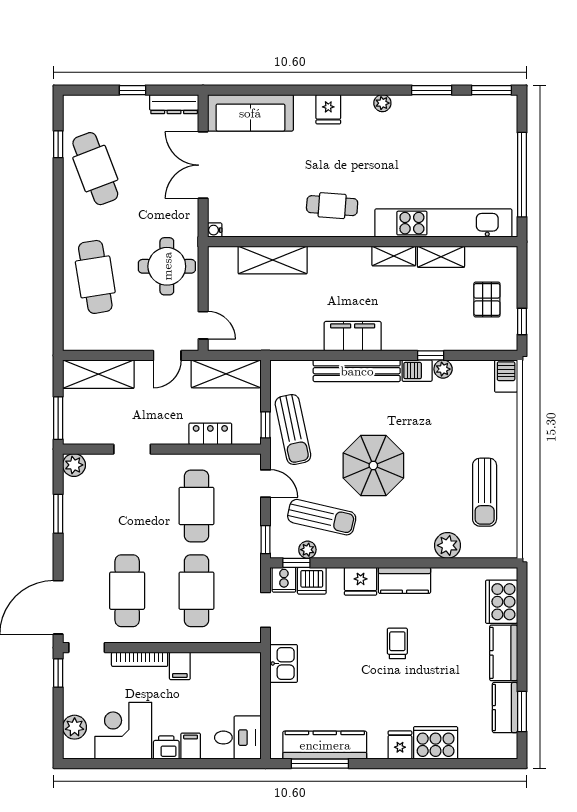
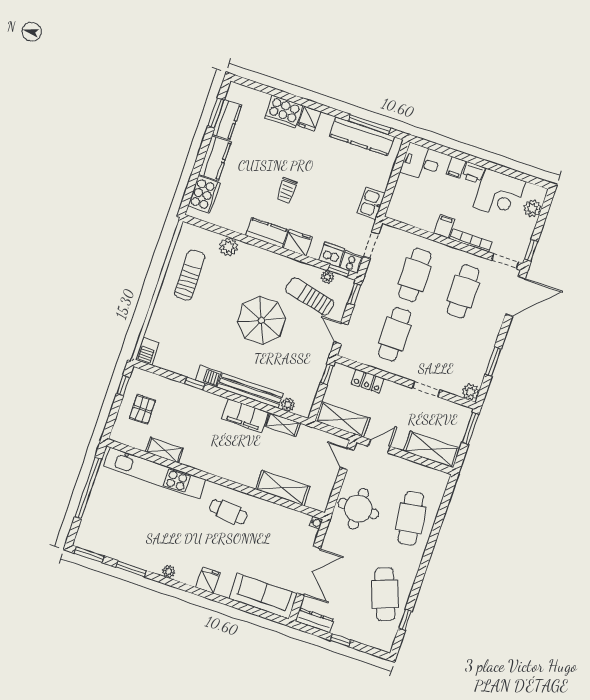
shelving: (394, 256) -> (283, 425), moved
plant: (443, 369) -> (288, 405), moved
sun lounger: (293, 429) -> (309, 365), removed

